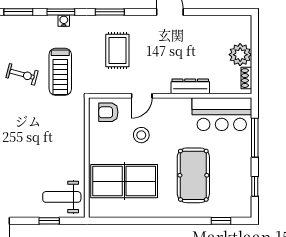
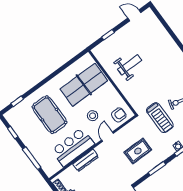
rug: (117, 51) -> (138, 151), turned 90
treadmill: (60, 72) -> (160, 118), turned 180
bar counter: (222, 114) -> (73, 147), moved
weight bench: (62, 197) -> (130, 65), moved

